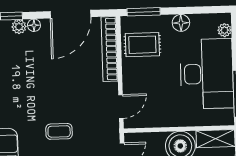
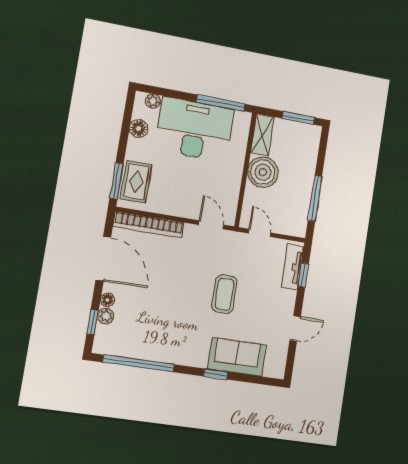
floor lamp: (181, 23) -> (139, 128), moved
rug: (142, 45) -> (136, 182), moved
coffee table: (59, 131) -> (224, 294), width x1.36, depth x1.30

